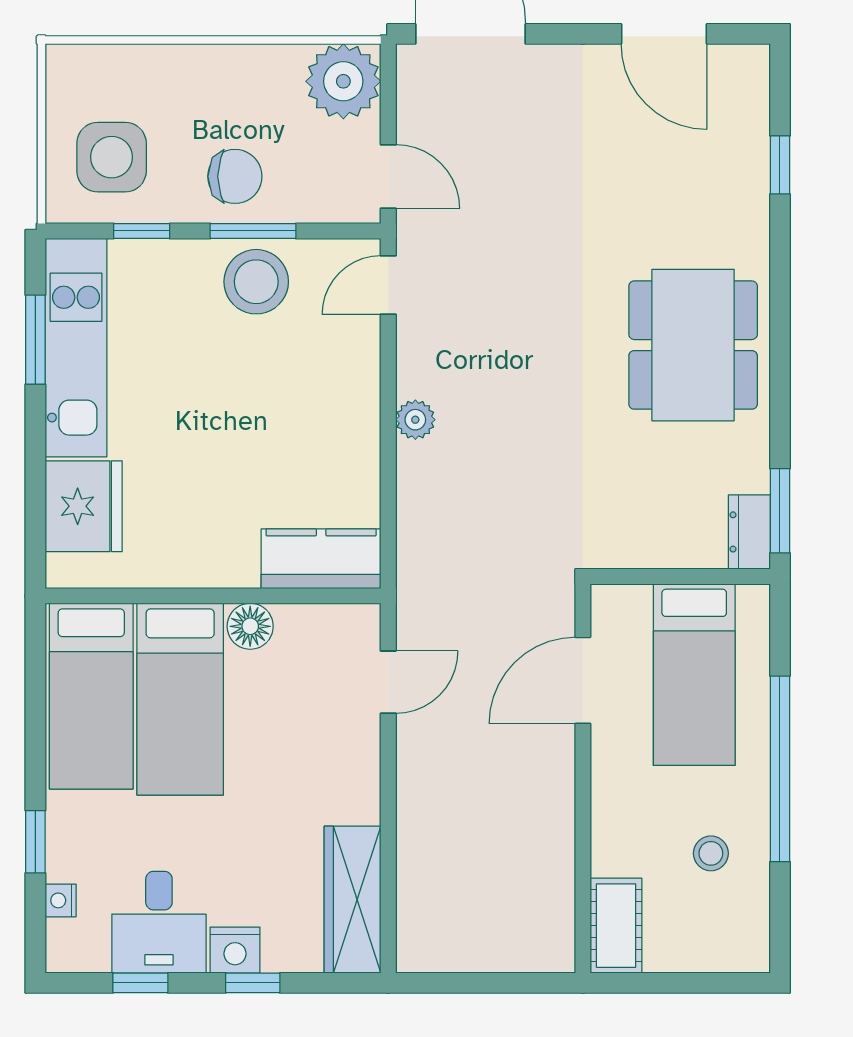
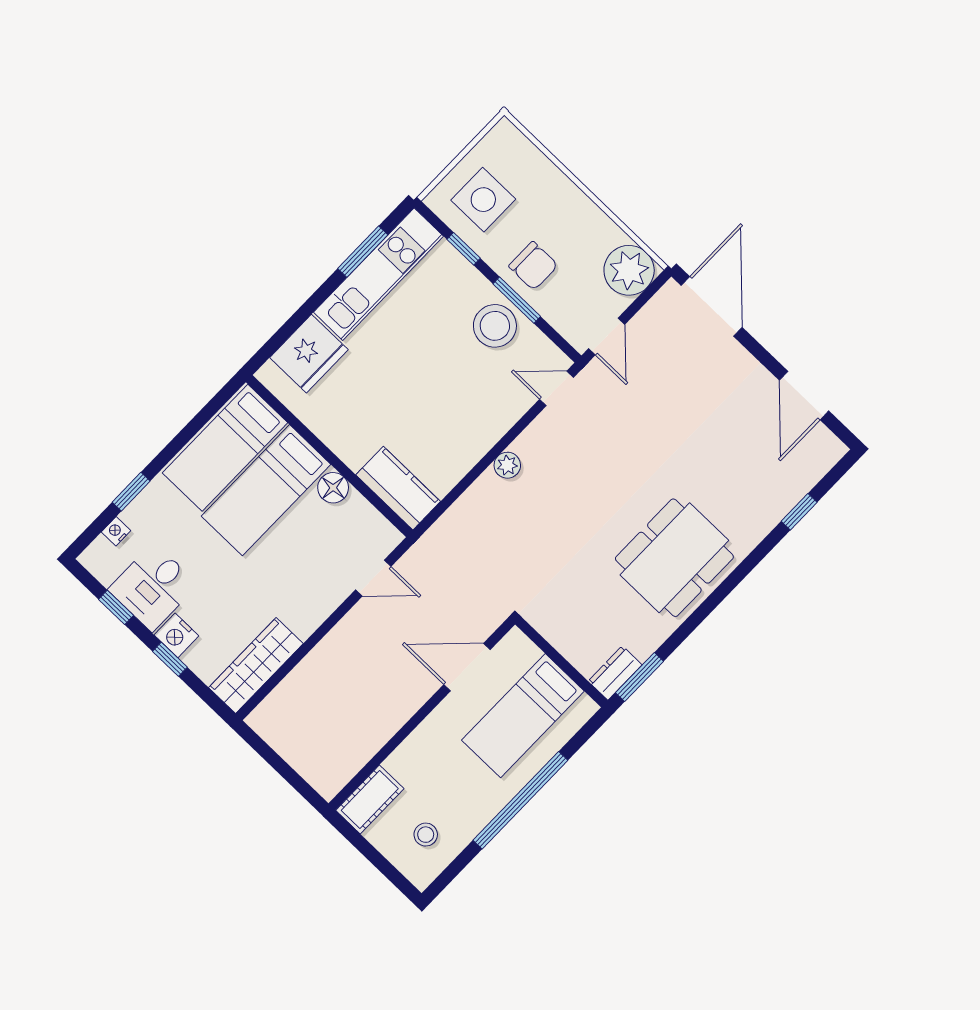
stool: (711, 853) -> (426, 835), moved

